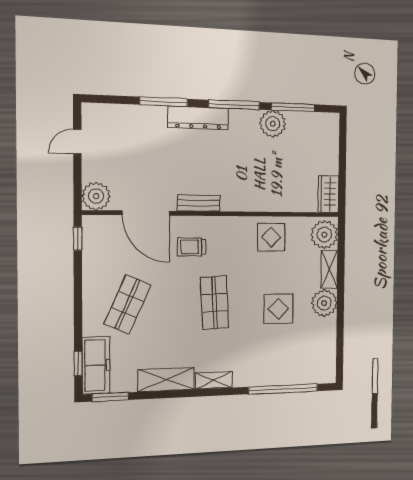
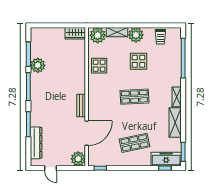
dresser: (198, 118) -> (36, 143), moved
trolley: (191, 247) -> (160, 37), moved
shop shelf: (128, 304) -> (135, 143), turned -36

